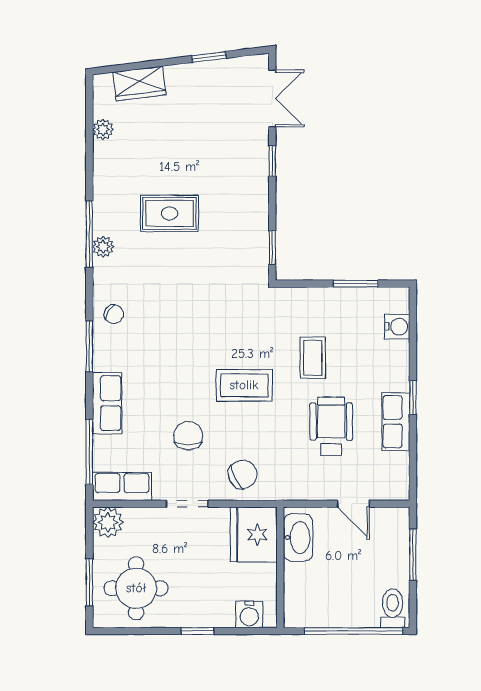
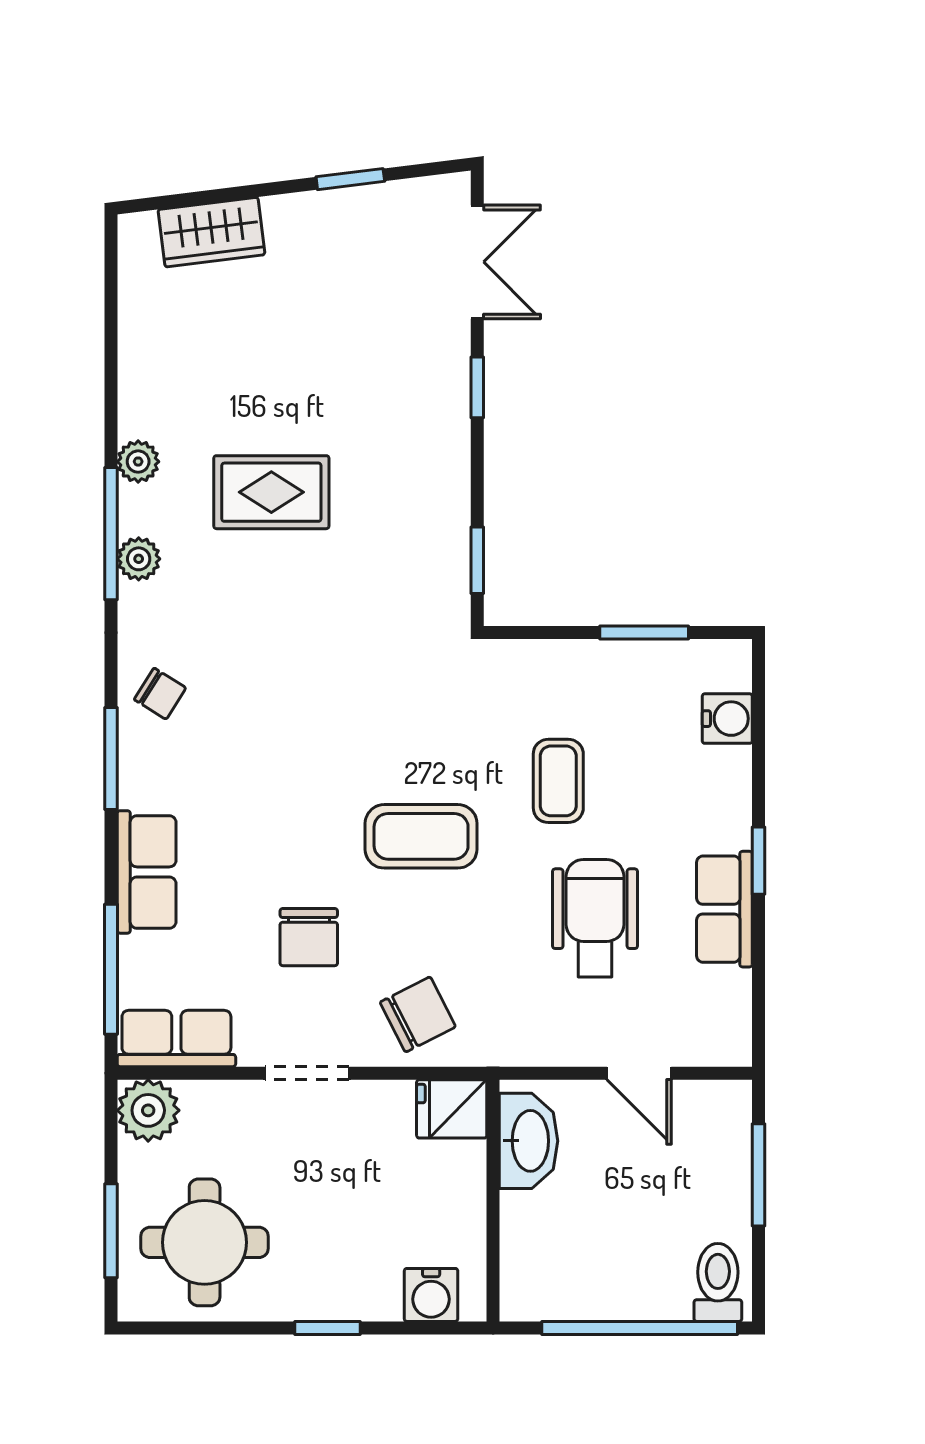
plant: (103, 130) -> (138, 462), moved
chair: (188, 436) -> (309, 937), turned 180
fridge: (254, 535) -> (452, 1109), width x0.53, depth x0.75

